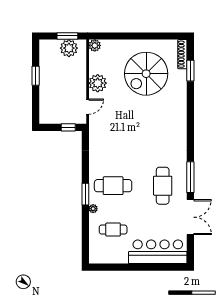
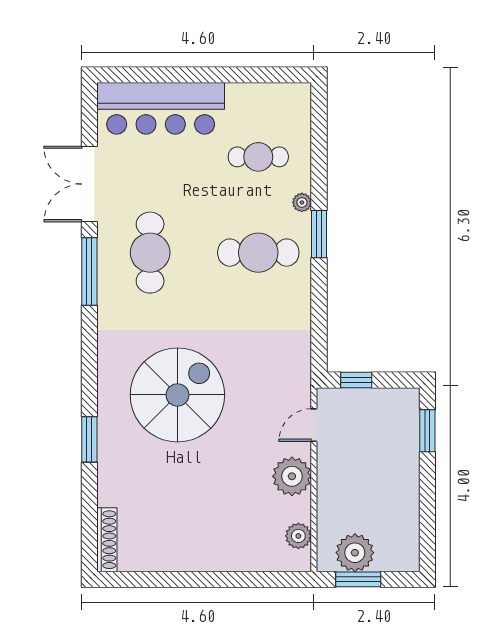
plant: (95, 45) -> (298, 536), moved
window: (190, 71) -> (89, 439), moved
spiral stairs: (146, 74) -> (177, 395), moved
window: (36, 76) -> (427, 431), moved

